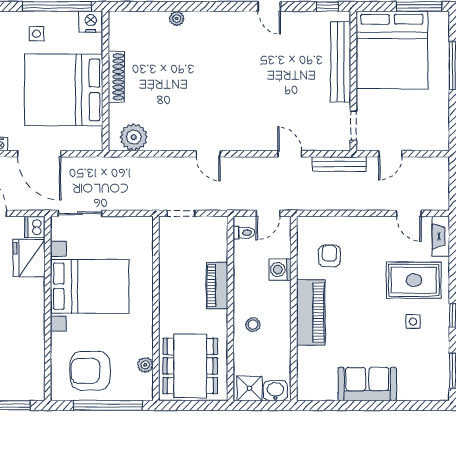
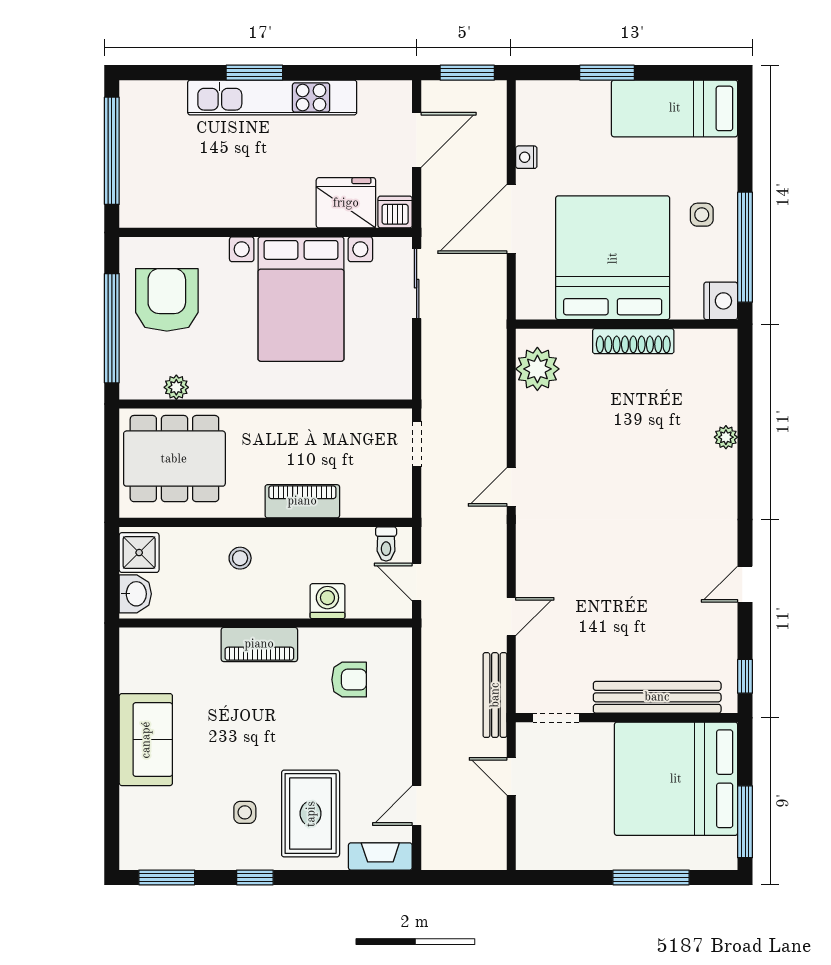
piano: (311, 312) -> (259, 644), width x0.73, depth x0.75

